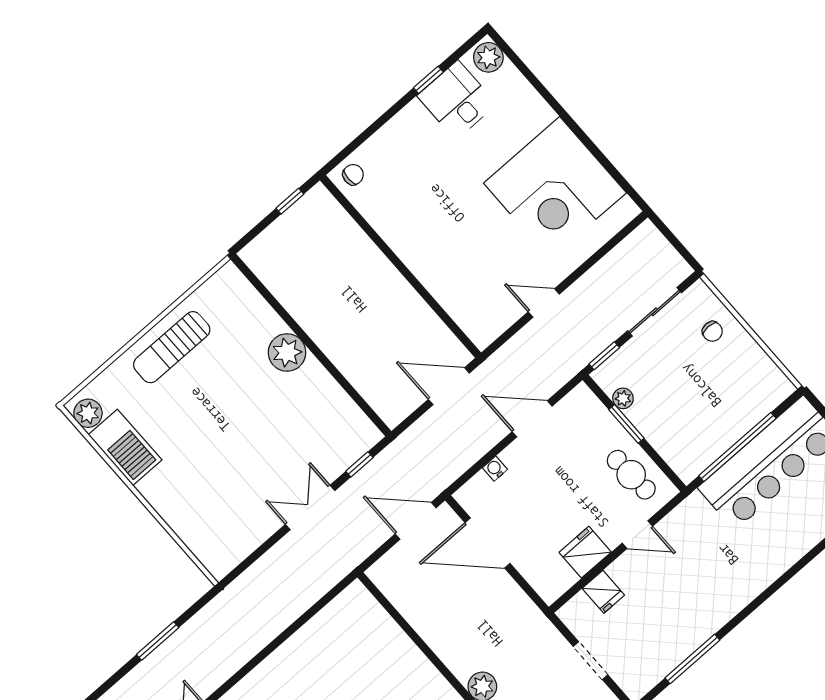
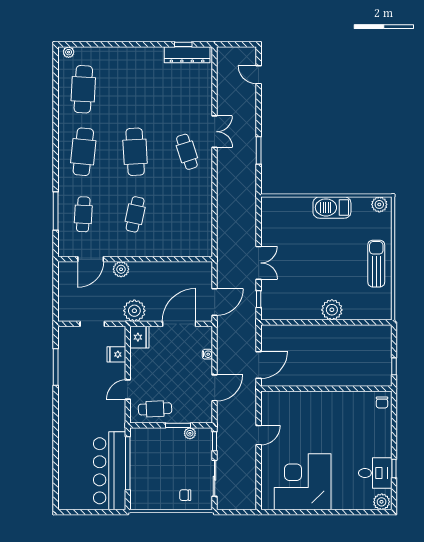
barbecue: (125, 447) -> (332, 207), moved
fridge: (585, 552) -> (139, 337), moved
plant: (523, 619) -> (134, 311), added

